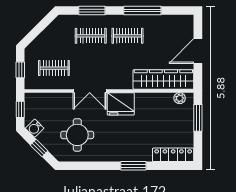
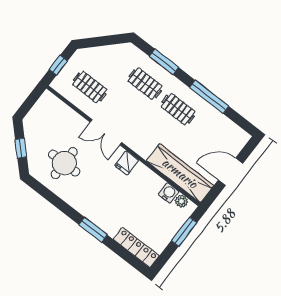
fridge: (121, 104) -> (127, 163), width x0.53, depth x0.75
window: (20, 109) -> (31, 101), removed
water cooler: (35, 128) -> (169, 193), moved, turned 135

